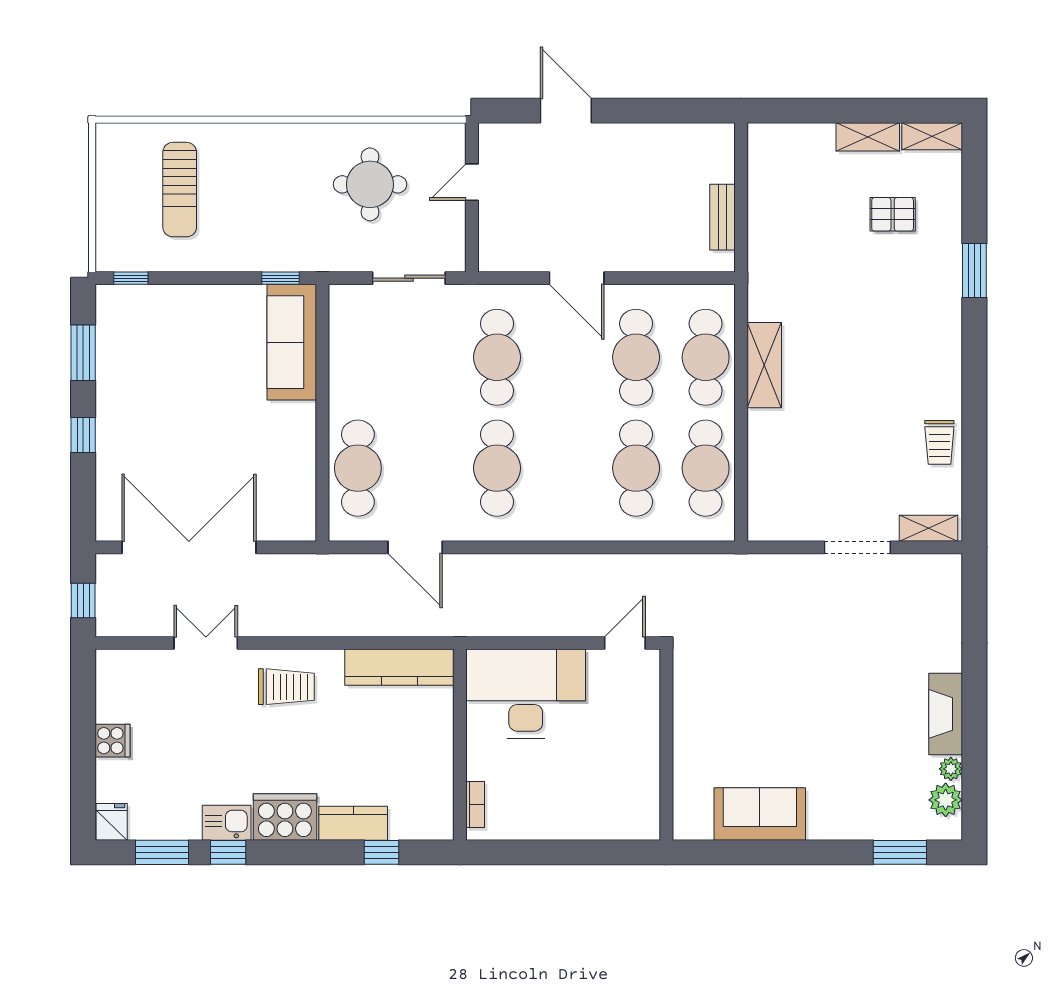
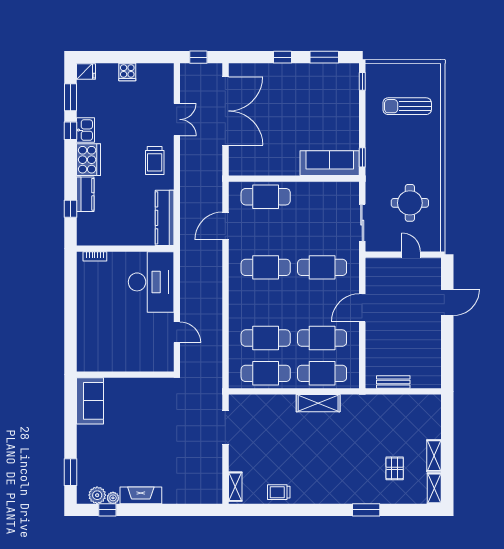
doorway: (857, 547) -> (225, 427), moved
wall: (666, 745) -> (125, 375), moved
window: (974, 780) -> (107, 510), added

